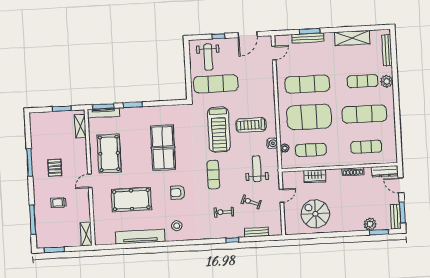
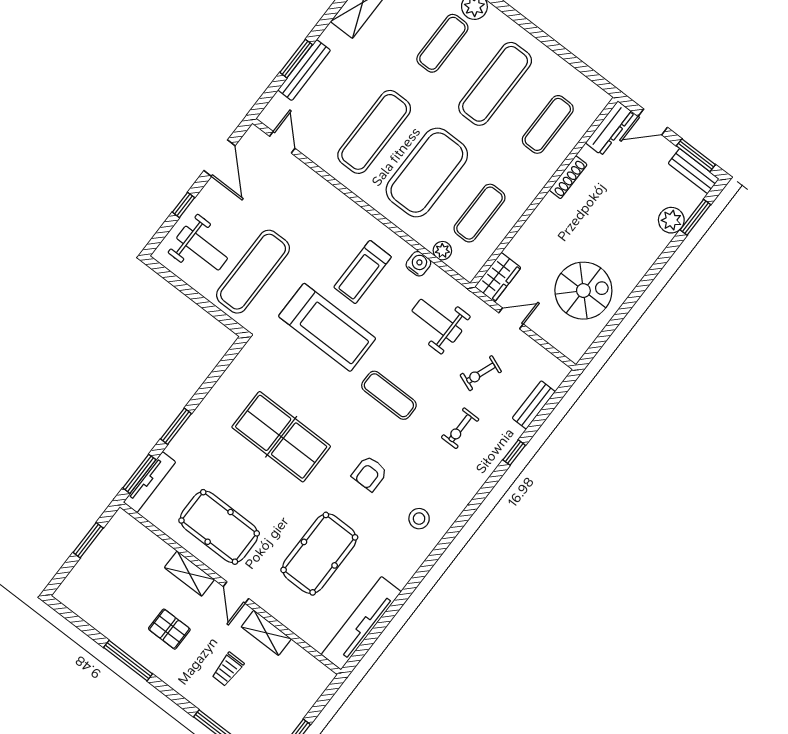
shelving: (80, 126) -> (189, 574), moved
wardrobe: (315, 176) -> (498, 277), moved
door: (281, 196) -> (511, 318), hinge flipped
spiral stairs: (315, 214) -> (583, 291), turned 180
shelving: (86, 234) -> (266, 633), moved
tv unit: (140, 237) -> (361, 623), moved

